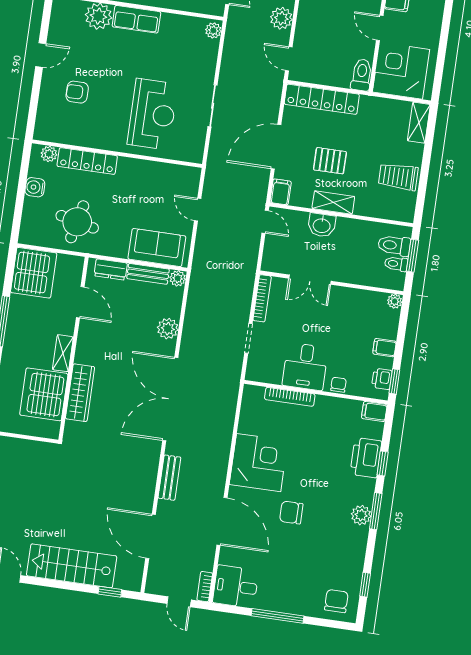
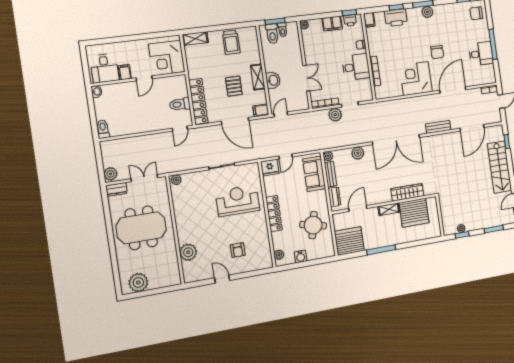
plant: (281, 18) -> (335, 115), moved
row of seats: (136, 19) -> (183, 229), removed
toilet: (362, 75) -> (180, 104), moved
locker: (87, 161) -> (274, 214), moved
fridge: (188, 180) -> (270, 168), added
filing cabinet: (384, 348) -> (332, 24), width x2.00
desk: (236, 586) -> (481, 54), moved, turned -90

